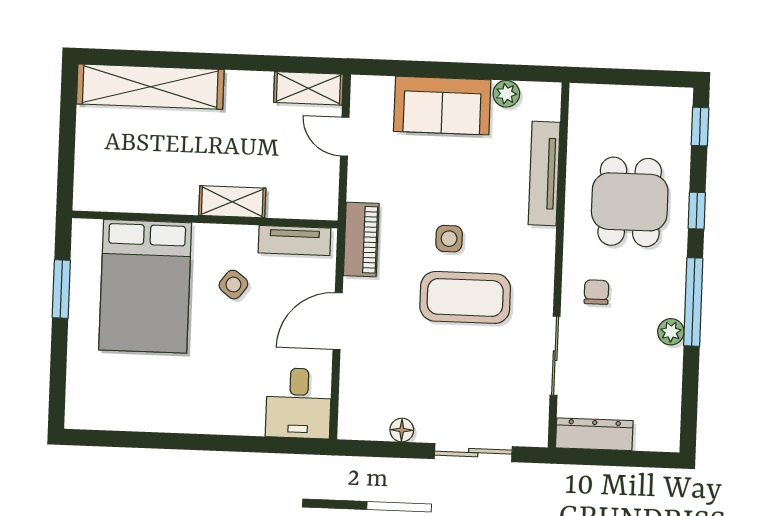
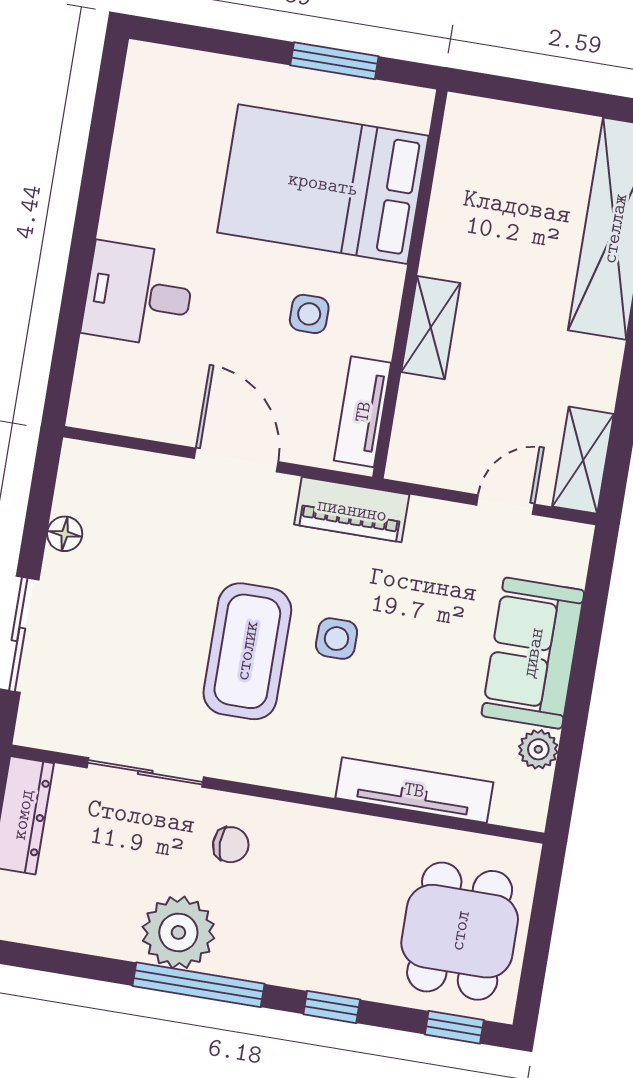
dining table: (630, 202) -> (460, 931), moved, turned 90
side table: (233, 285) -> (309, 314), turned -37
plant: (671, 332) -> (178, 932), width x1.87, depth x1.87
desk: (299, 403) -> (139, 294), moved

